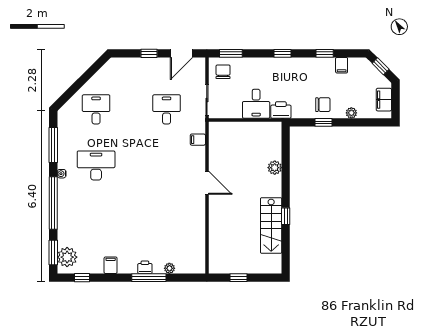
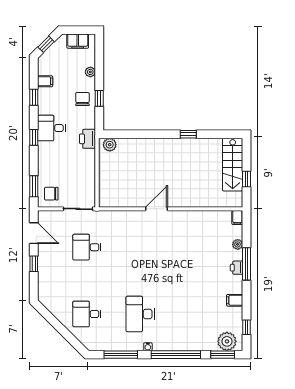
desk: (256, 104) -> (51, 128), moved, turned 180
filing cabinet: (198, 140) -> (237, 218), moved
plant: (275, 168) -> (110, 145), moved
stairs: (271, 226) -> (233, 165), moved, turned 90

